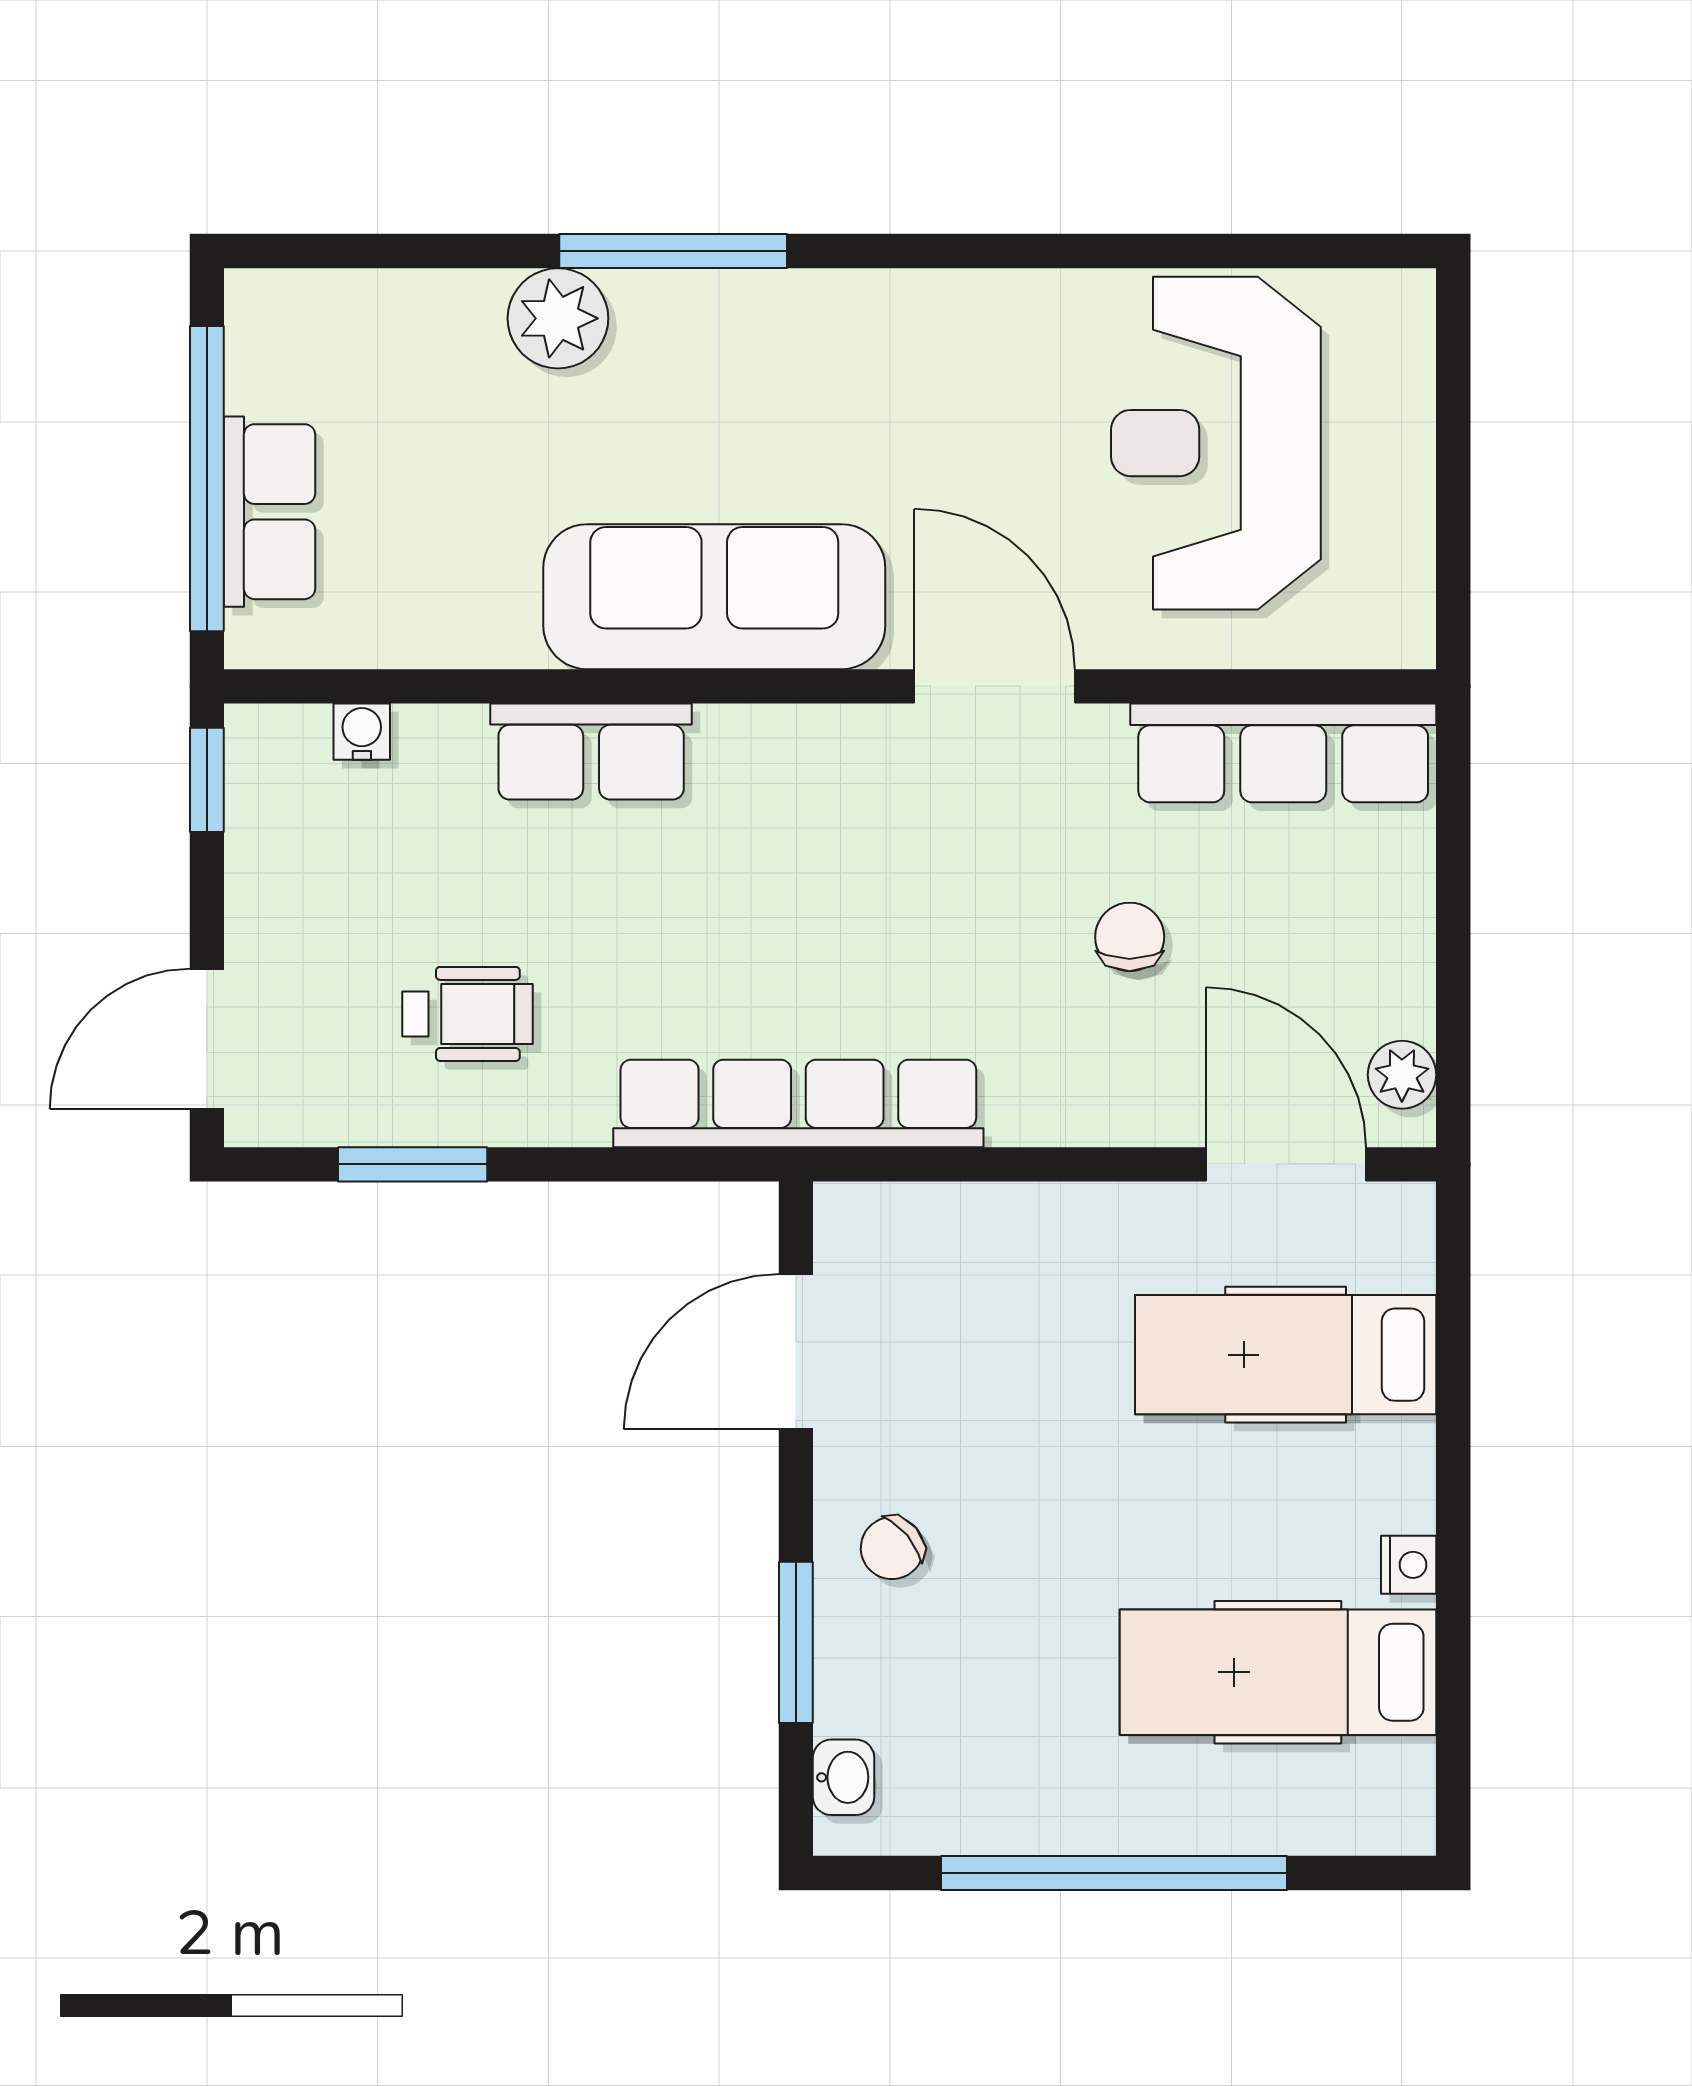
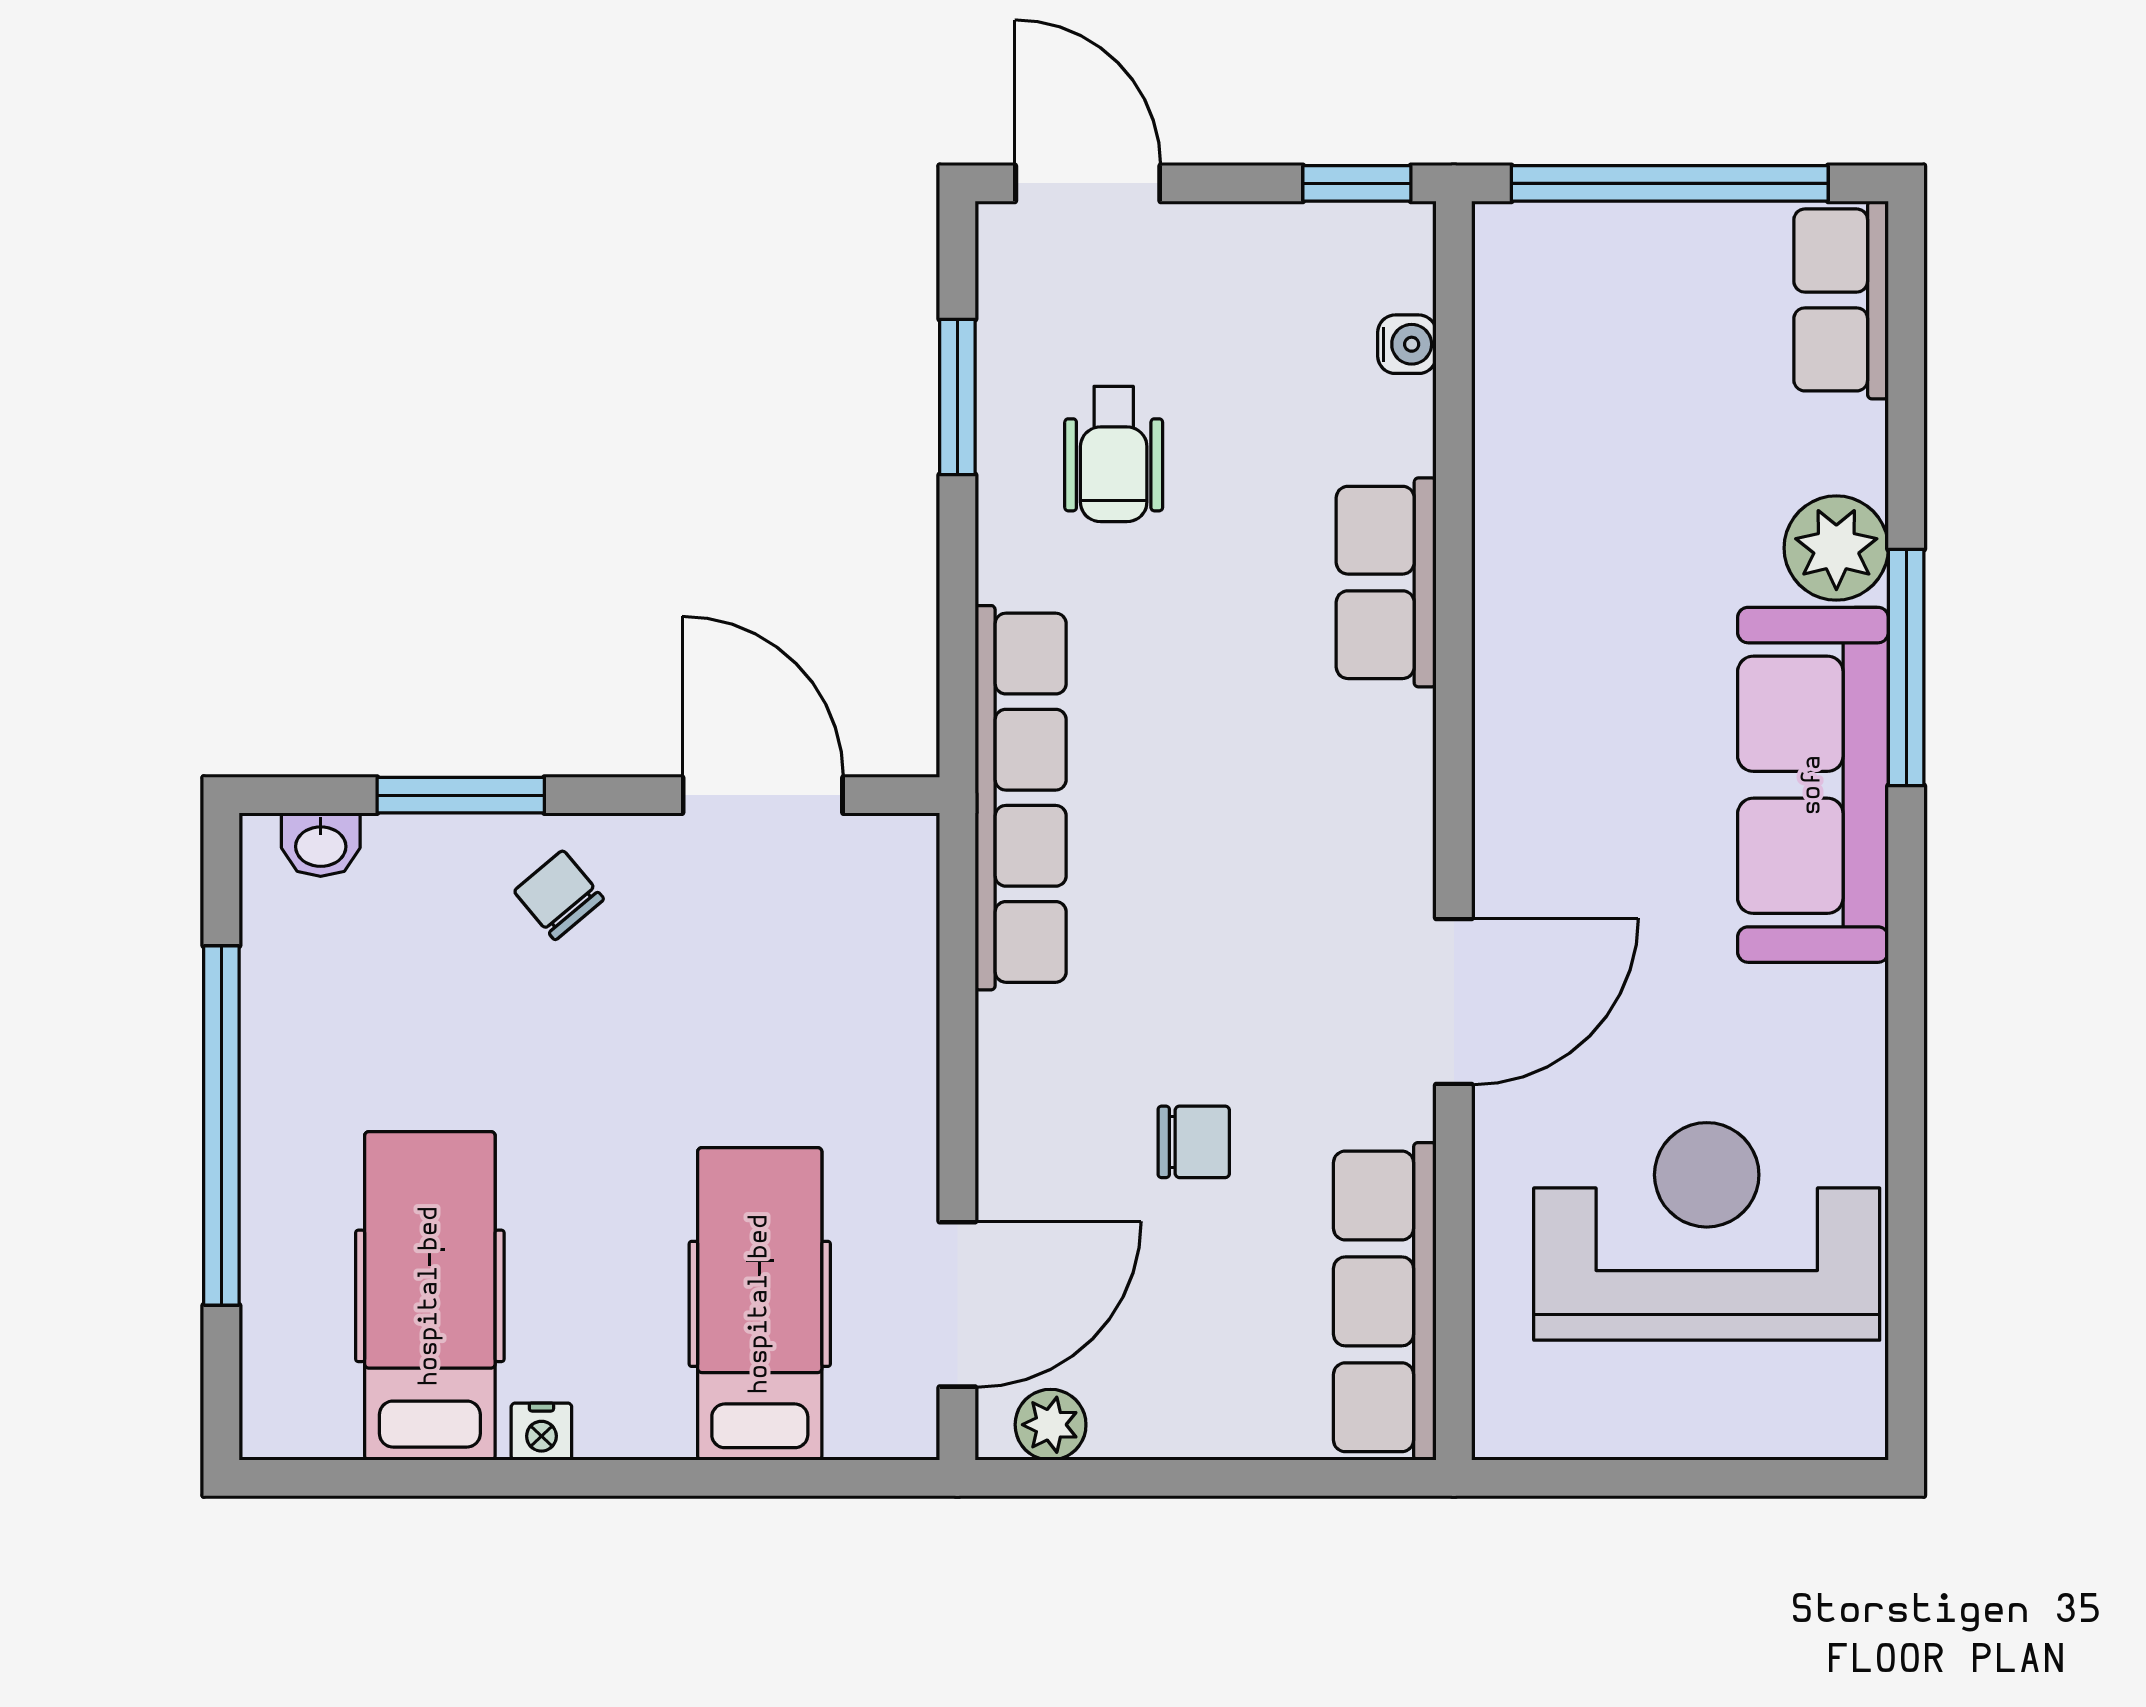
row of seats: (269, 512) -> (1841, 300), moved, turned 90
sofa: (714, 597) -> (1813, 785), moved, turned 180

